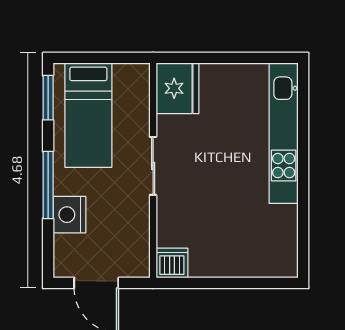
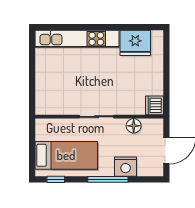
fridge: (178, 88) -> (135, 43), moved, turned 180
window: (48, 98) -> (56, 179), width x0.67
floor lamp: (138, 228) -> (134, 126), added

